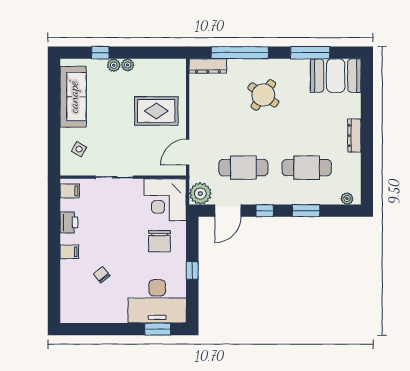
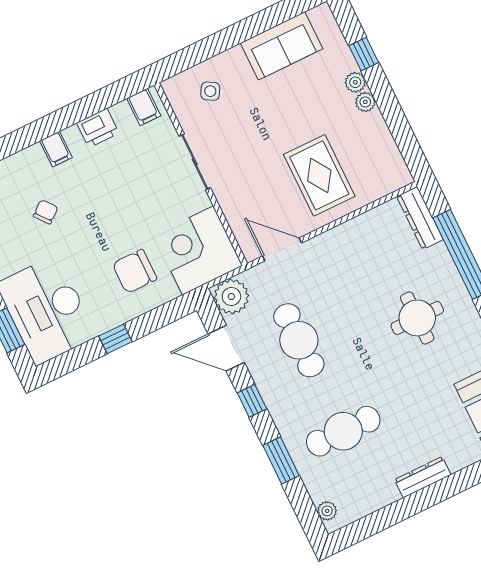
round table: (263, 95) -> (417, 318), turned -35
sofa: (73, 97) -> (282, 46), width x0.73
cafe table: (307, 168) -> (343, 431), turned 90

